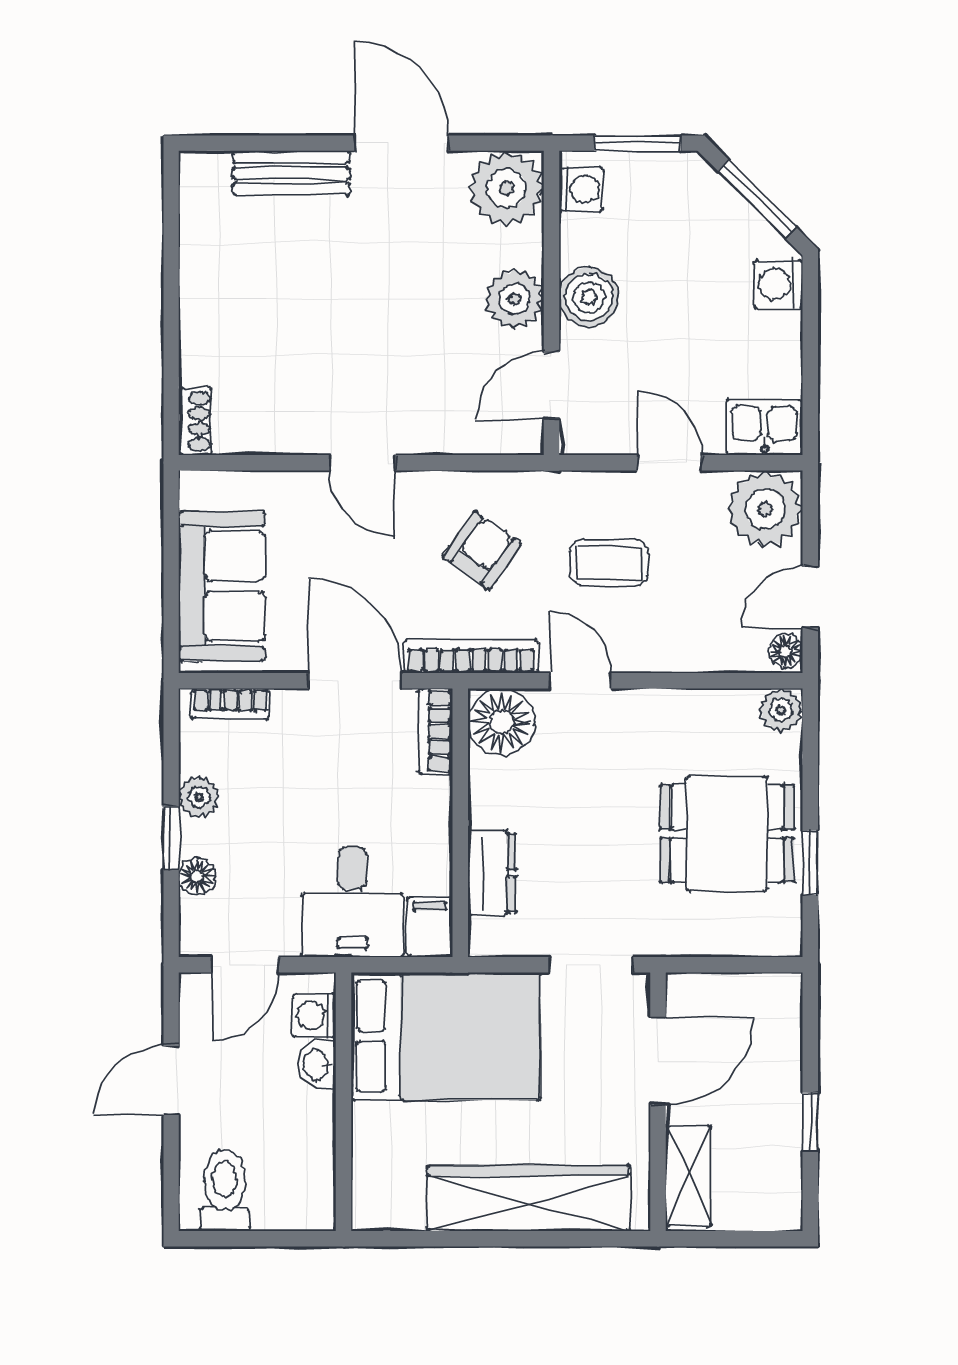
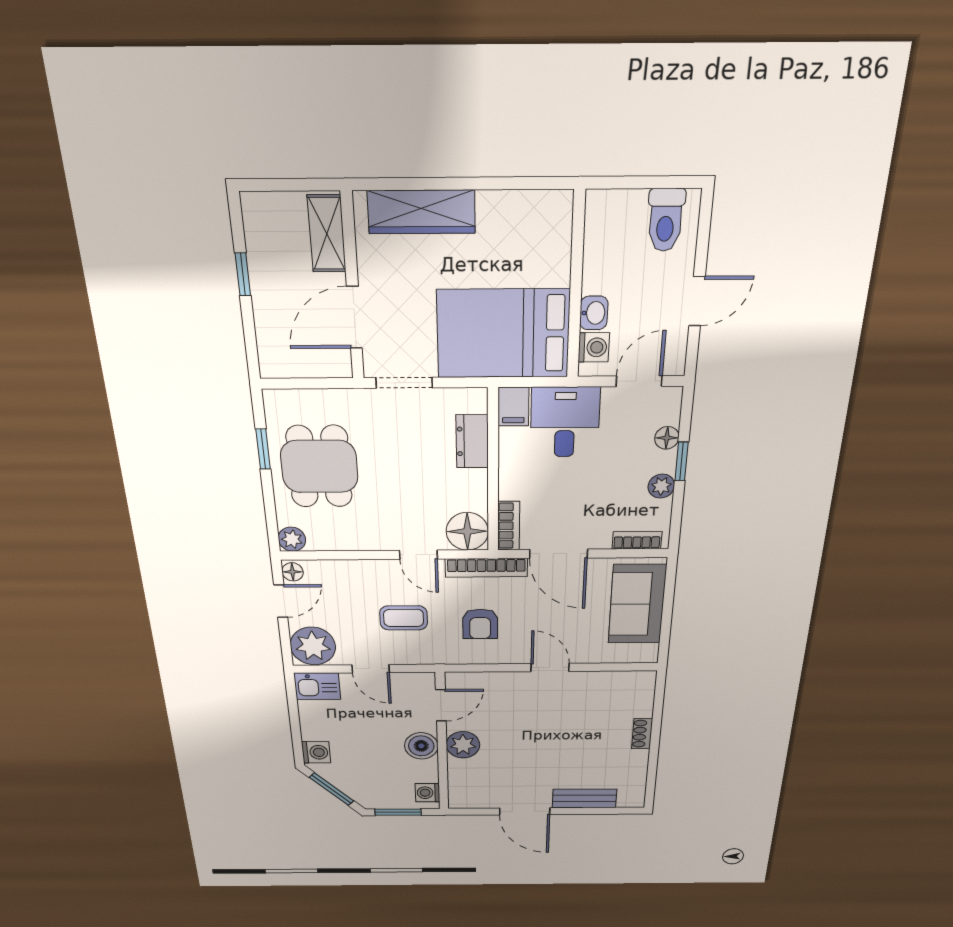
plant: (506, 188) -> (468, 793), removed
shoe rack: (195, 421) -> (642, 734), moved
armchair: (482, 550) -> (480, 624), turned -35
dining table: (727, 834) -> (319, 467), turned 90
wardrobe: (529, 1198) -> (421, 212), width x0.71, depth x0.85

